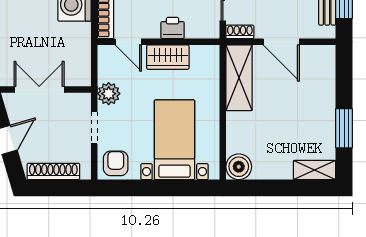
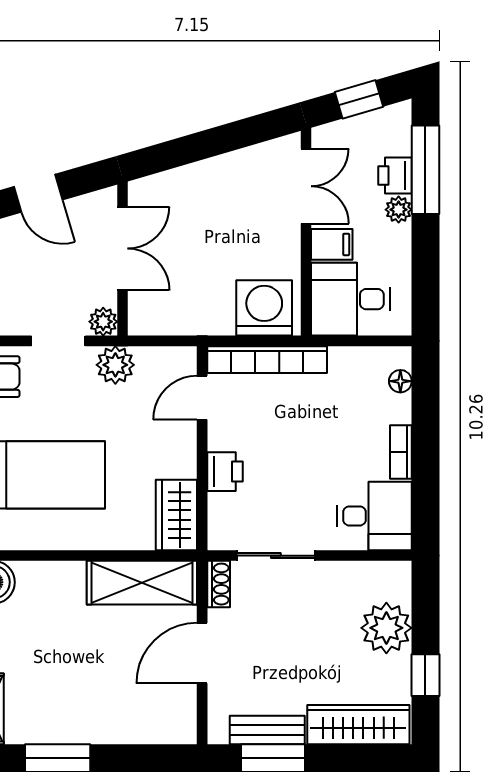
wardrobe: (168, 57) -> (176, 515), moved
plant: (83, 101) -> (103, 322), added

